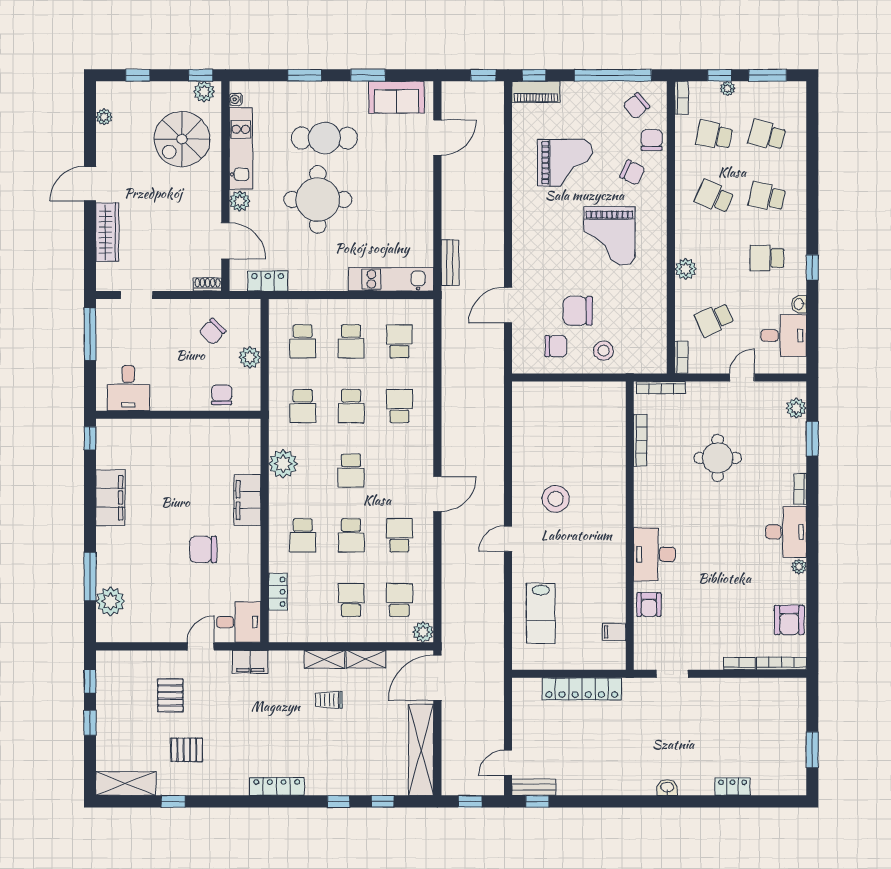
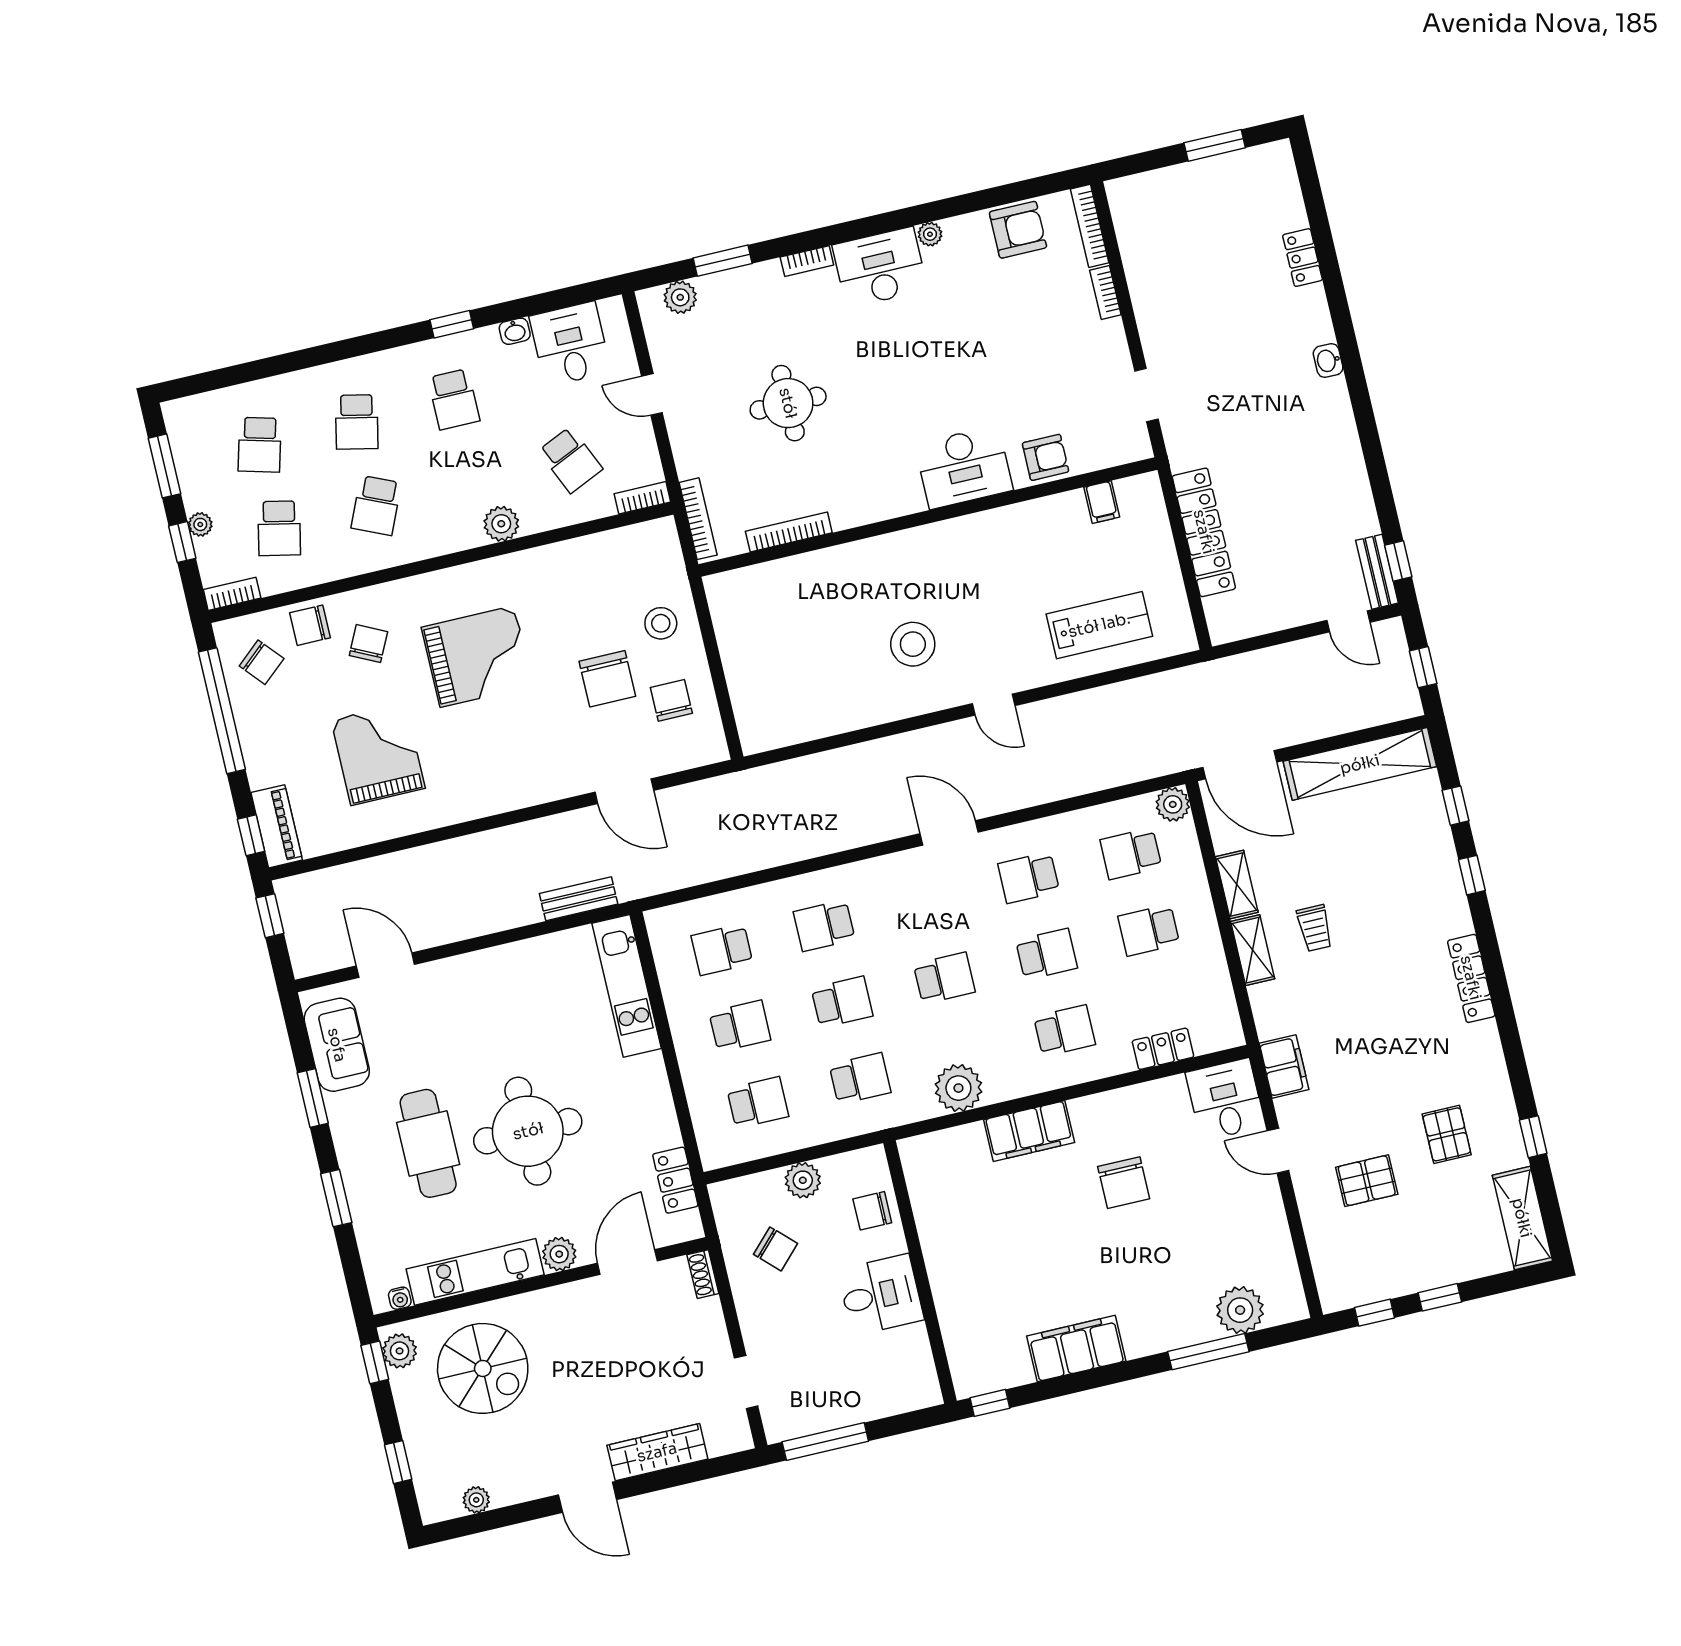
desk: (128, 388) -> (881, 1295), moved

